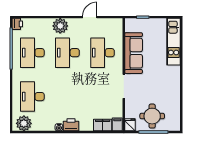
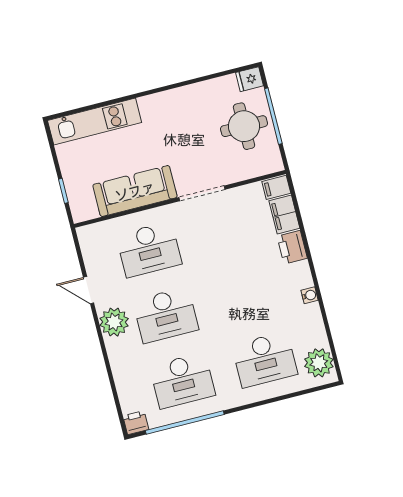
plant: (60, 26) -> (114, 322), moved
printer: (71, 125) -> (292, 247), moved
fridge: (130, 125) -> (249, 79), moved

